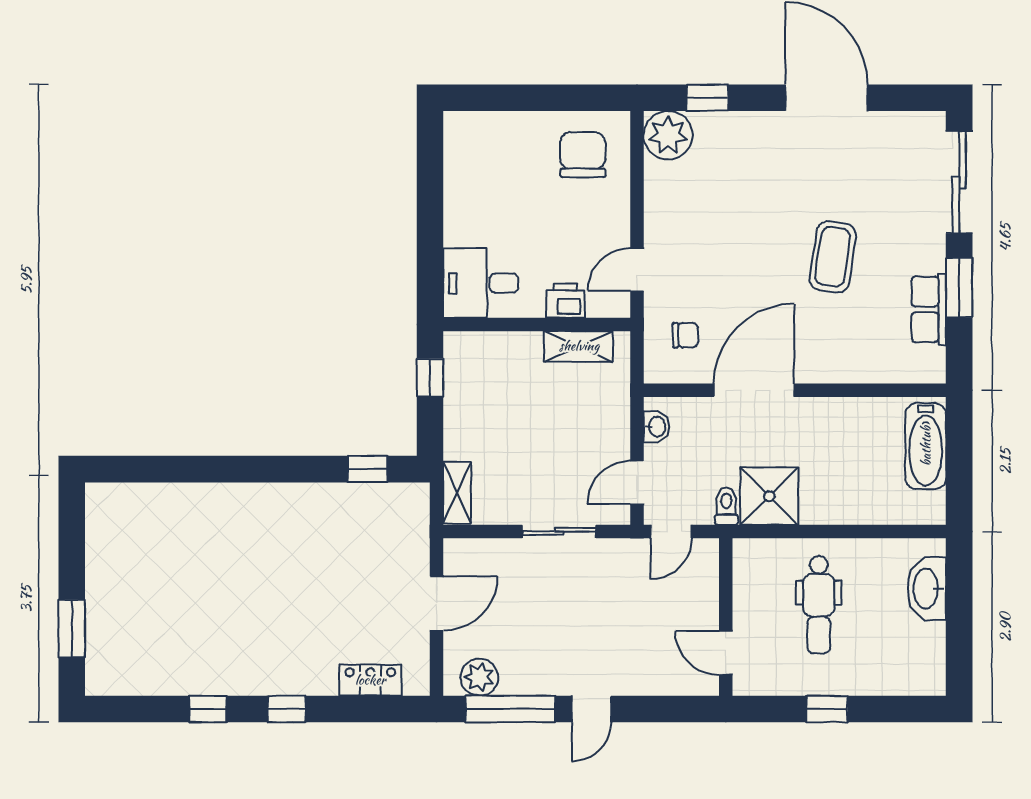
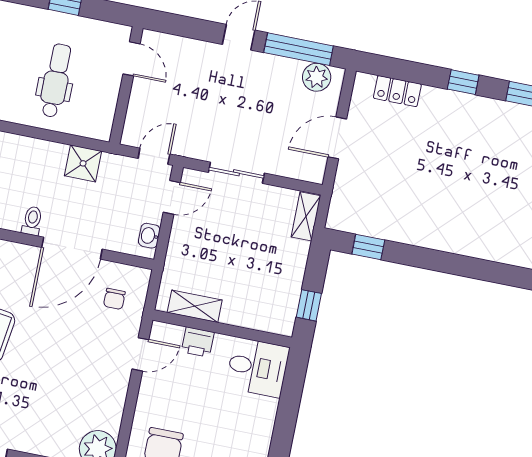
chair: (685, 335) -> (114, 299), turned -90
shower: (769, 496) -> (83, 163), width x0.73, depth x0.73
toilet: (726, 506) -> (32, 221), moved, turned 180

